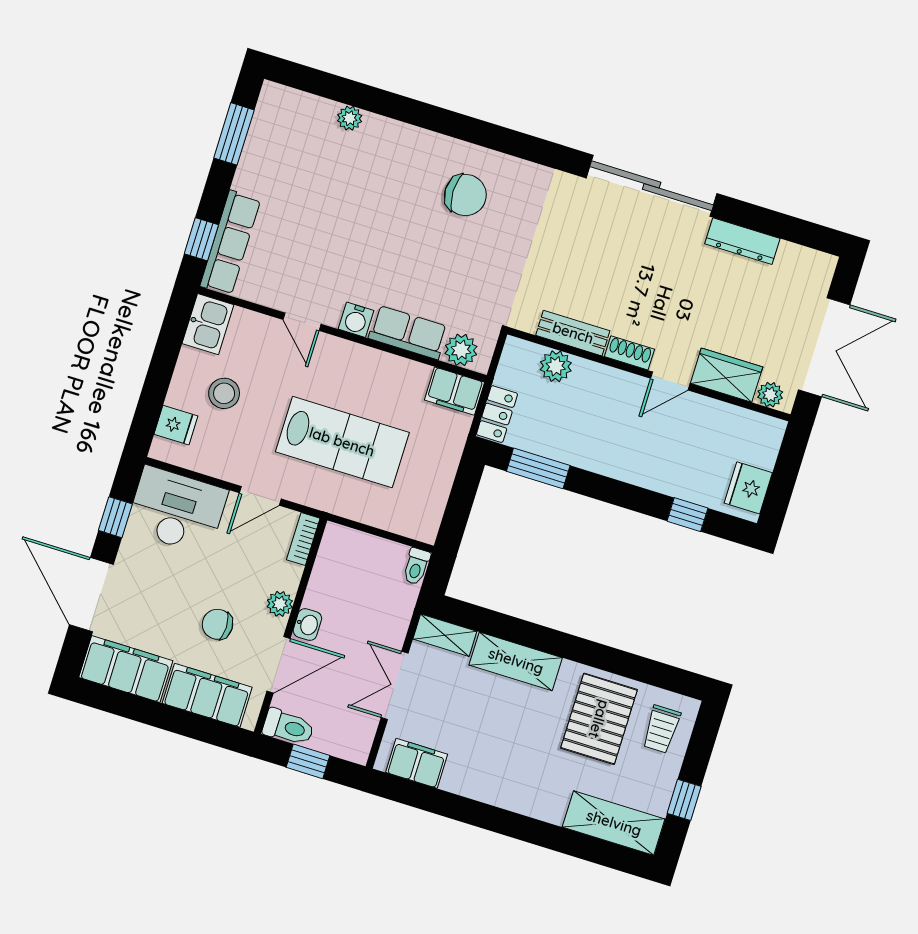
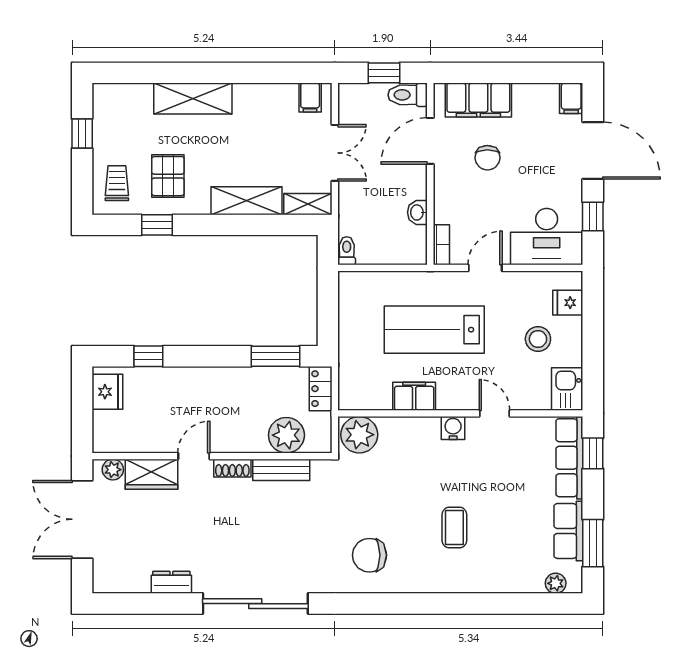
plant: (350, 118) -> (556, 583), moved
chair: (465, 195) -> (369, 555), moved
coffee table: (391, 203) -> (454, 528), added
dresser: (742, 241) -> (171, 582), width x0.70
row of seats: (408, 332) -> (568, 531), moved, turned 90
plant: (461, 350) -> (359, 435), width x1.36, depth x1.36
plant: (556, 366) -> (286, 435), width x1.36, depth x1.36
filing cabinet: (455, 391) -> (414, 396), moved
plant: (280, 604) -> (444, 189), removed
chair: (217, 624) -> (487, 158), turned 90
washbasin: (307, 625) -> (417, 212), moved
window: (629, 666) -> (157, 225), added
filing cabinet: (126, 669) -> (571, 98), width x0.33, depth x0.86
pallet: (599, 719) -> (168, 176), width x0.67, depth x0.71
filing cabinet: (417, 763) -> (310, 98), width x0.50
shelving: (614, 823) -> (193, 98), moved

